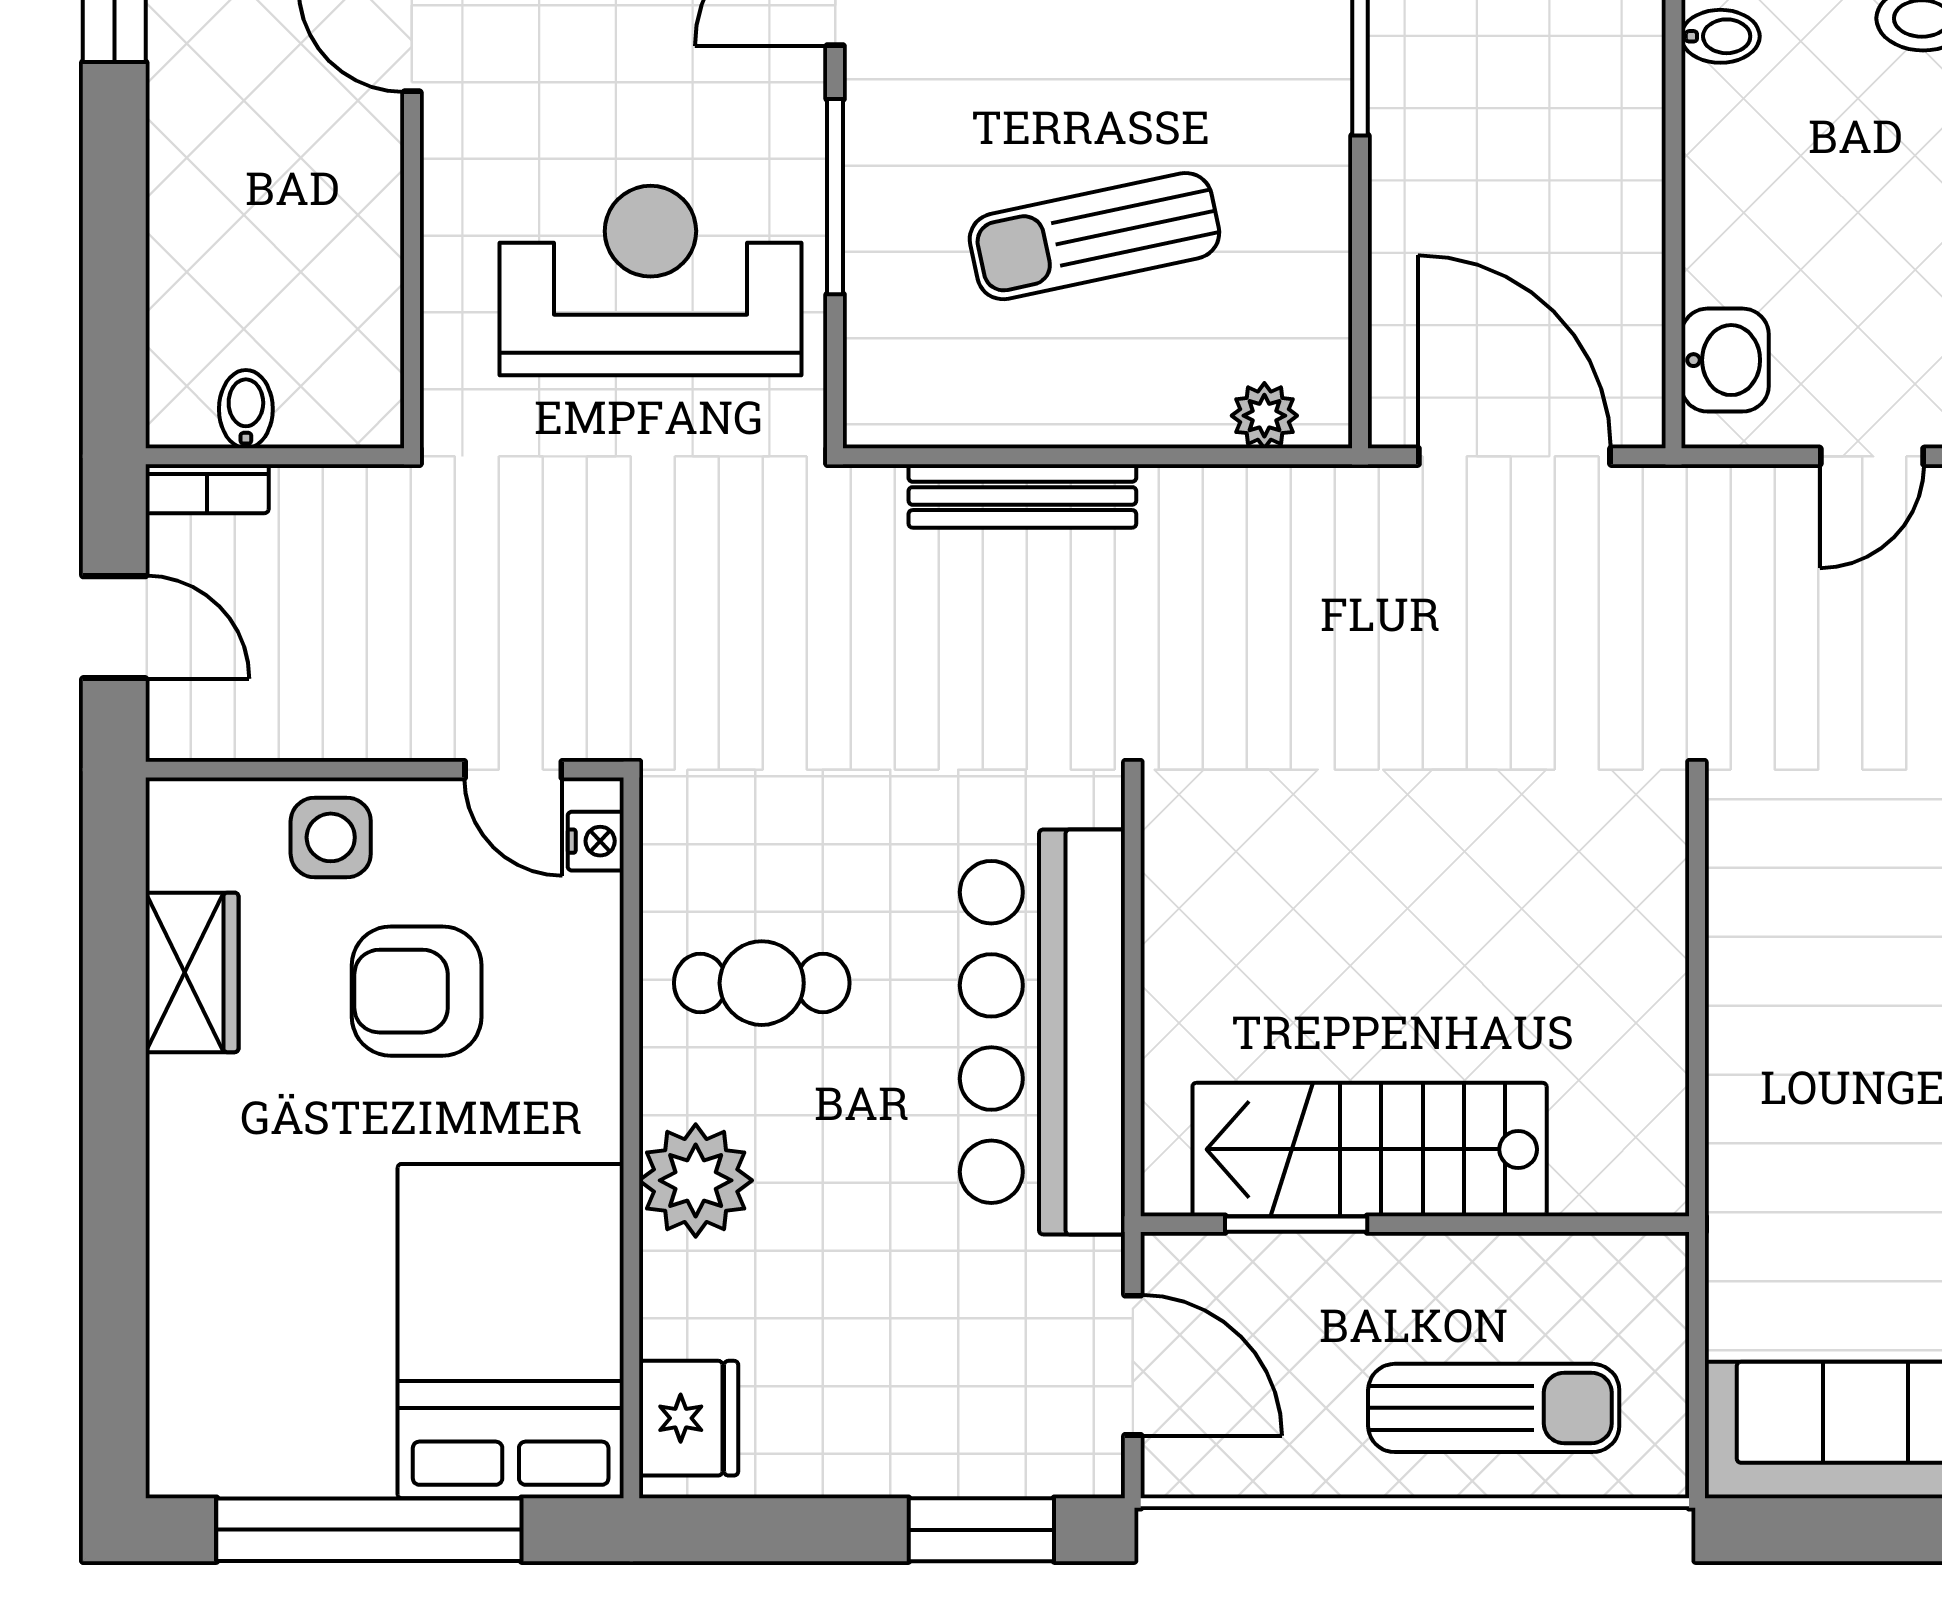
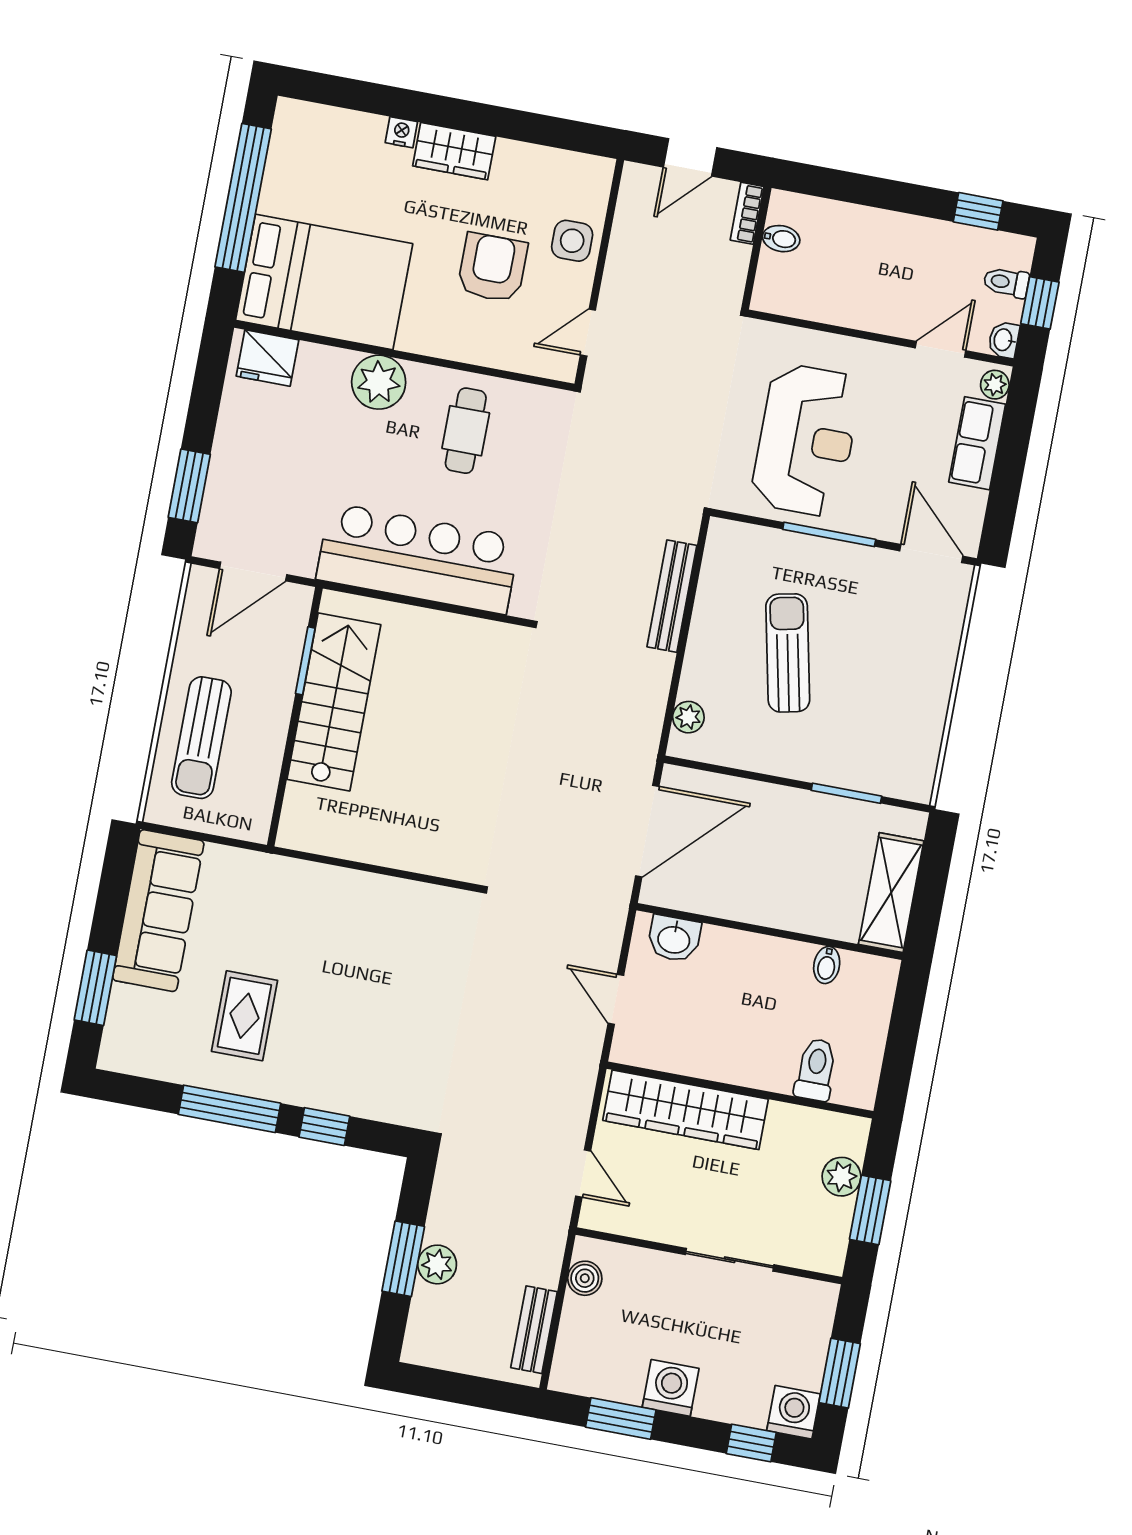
nightstand: (596, 841) -> (401, 132), moved, turned 180
wardrobe: (192, 972) -> (454, 151), moved

